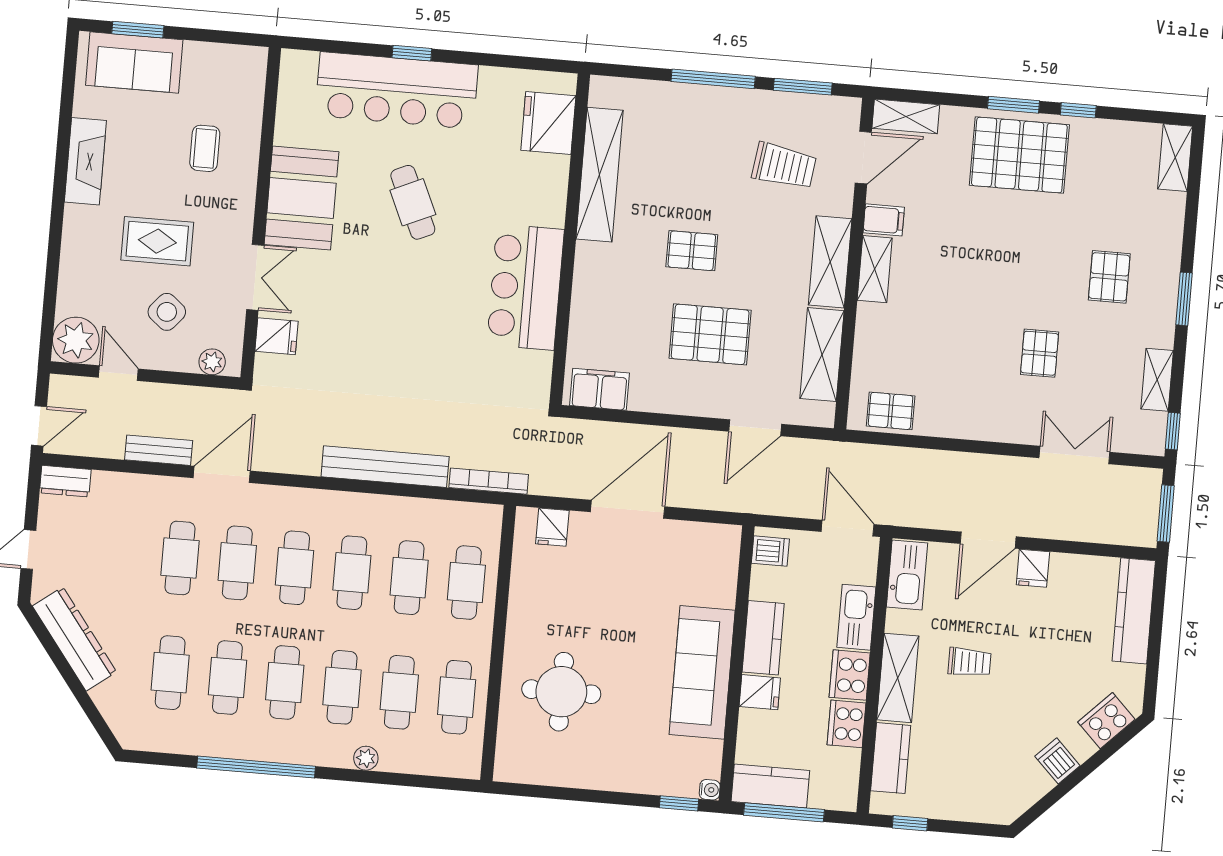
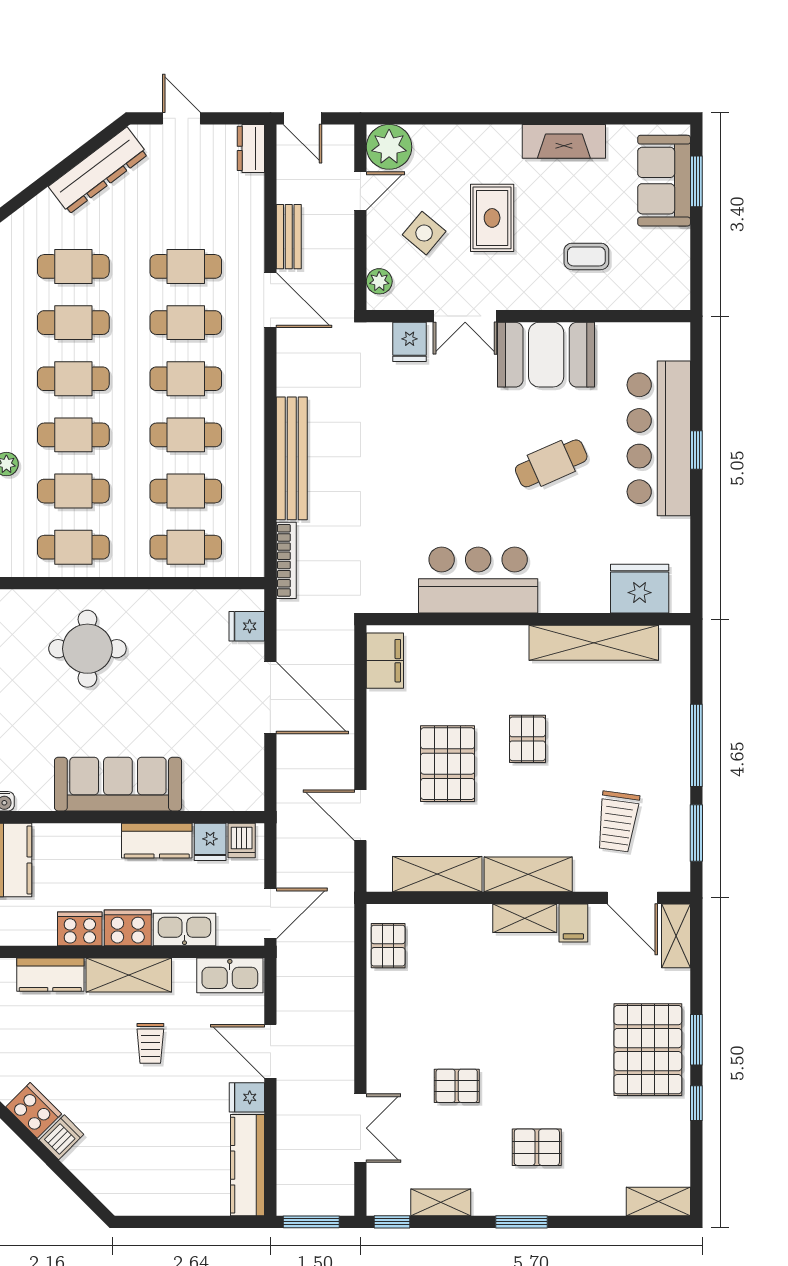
kitchen counter: (1134, 611) -> (248, 1165), moved, turned -90
fridge: (760, 692) -> (210, 842), moved
cooker: (1106, 721) -> (34, 1110), moved

